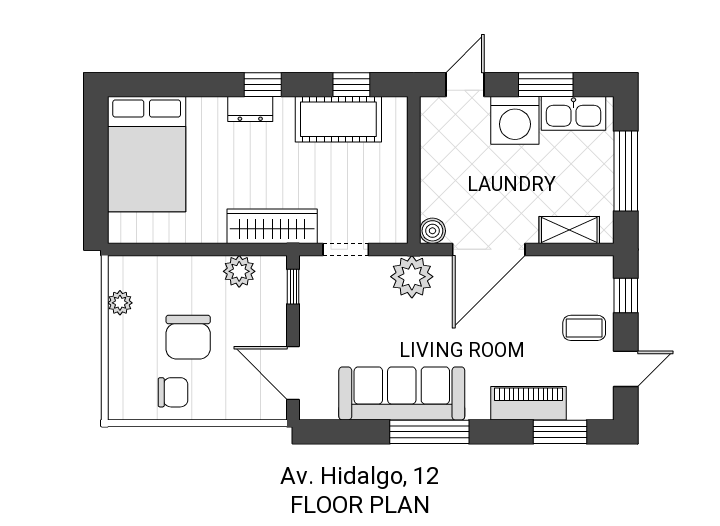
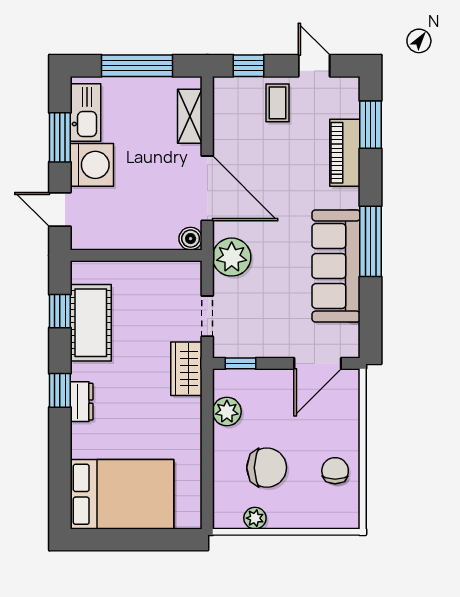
wardrobe: (272, 226) -> (186, 369), width x0.67
chair: (188, 337) -> (267, 468), moved

